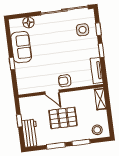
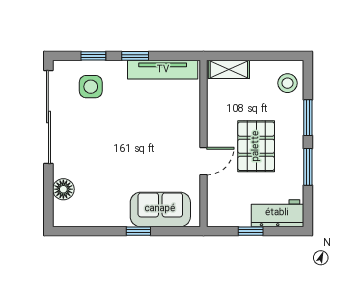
sofa: (21, 47) -> (160, 209), moved
tv unit: (97, 70) -> (163, 70), width x1.41
armchair: (65, 81) -> (185, 134), removed

